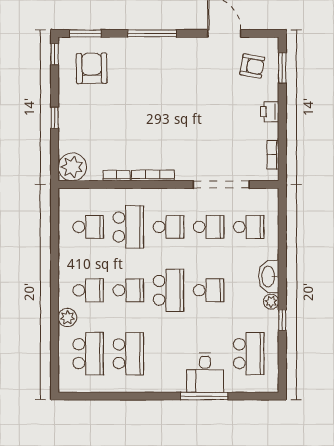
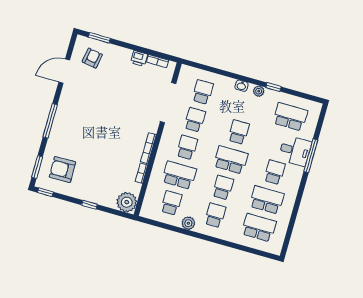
printer: (270, 112) -> (139, 58), moved
washbasin: (269, 277) -> (241, 86), width x0.52, depth x0.69
plant: (67, 318) -> (188, 223), moved
school desk: (168, 354) -> (275, 172), added

